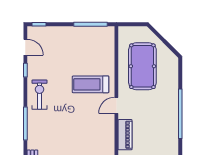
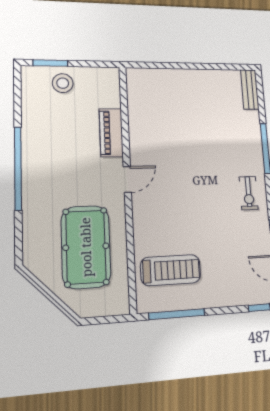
treadmill: (91, 84) -> (171, 270), moved
exercise bike: (39, 95) -> (249, 193), width x0.73, depth x0.72

